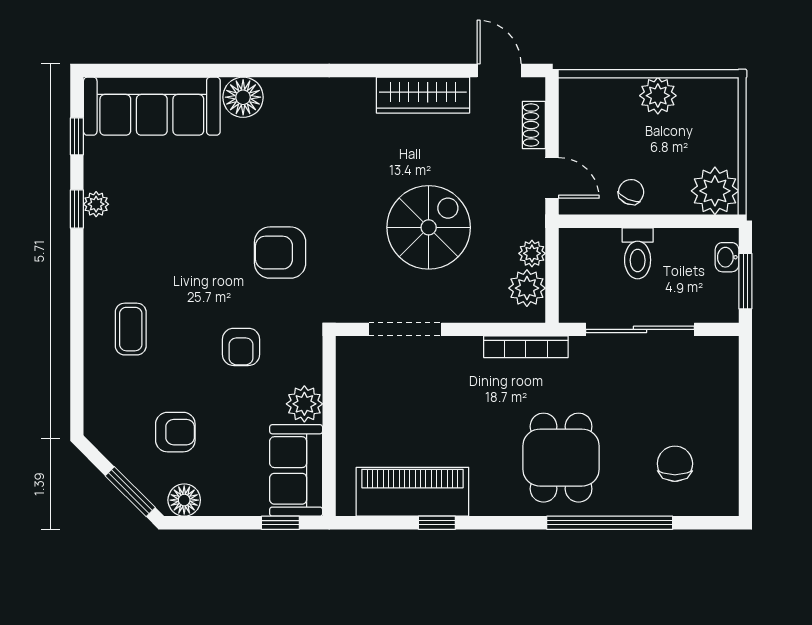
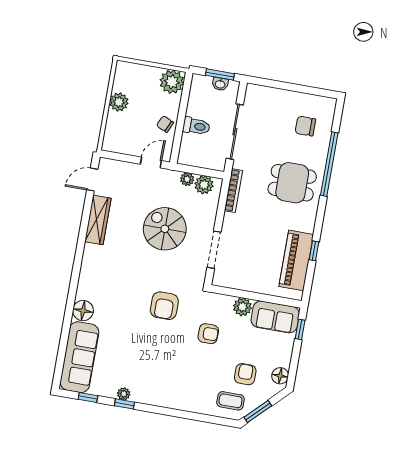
shoe rack: (534, 125) -> (123, 167), removed
washbasin: (727, 257) -> (220, 84), moved
coffee table: (131, 329) -> (231, 401), moved
window: (130, 492) -> (258, 411), moved

